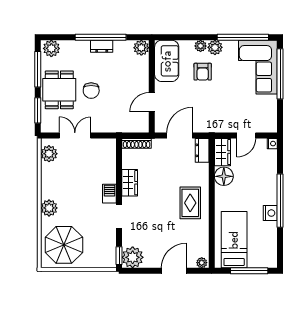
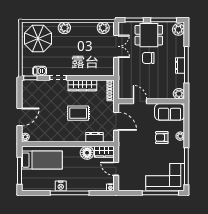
plant: (215, 47) -> (179, 146), removed
dresser: (202, 150) -> (95, 137), moved
wardrobe: (130, 183) -> (82, 85), width x1.50
barbecue: (109, 194) -> (40, 71), moved
rug: (190, 203) -> (78, 113), moved
plant: (133, 257) -> (29, 88), removed
door: (174, 271) -> (19, 117), hinge flipped

